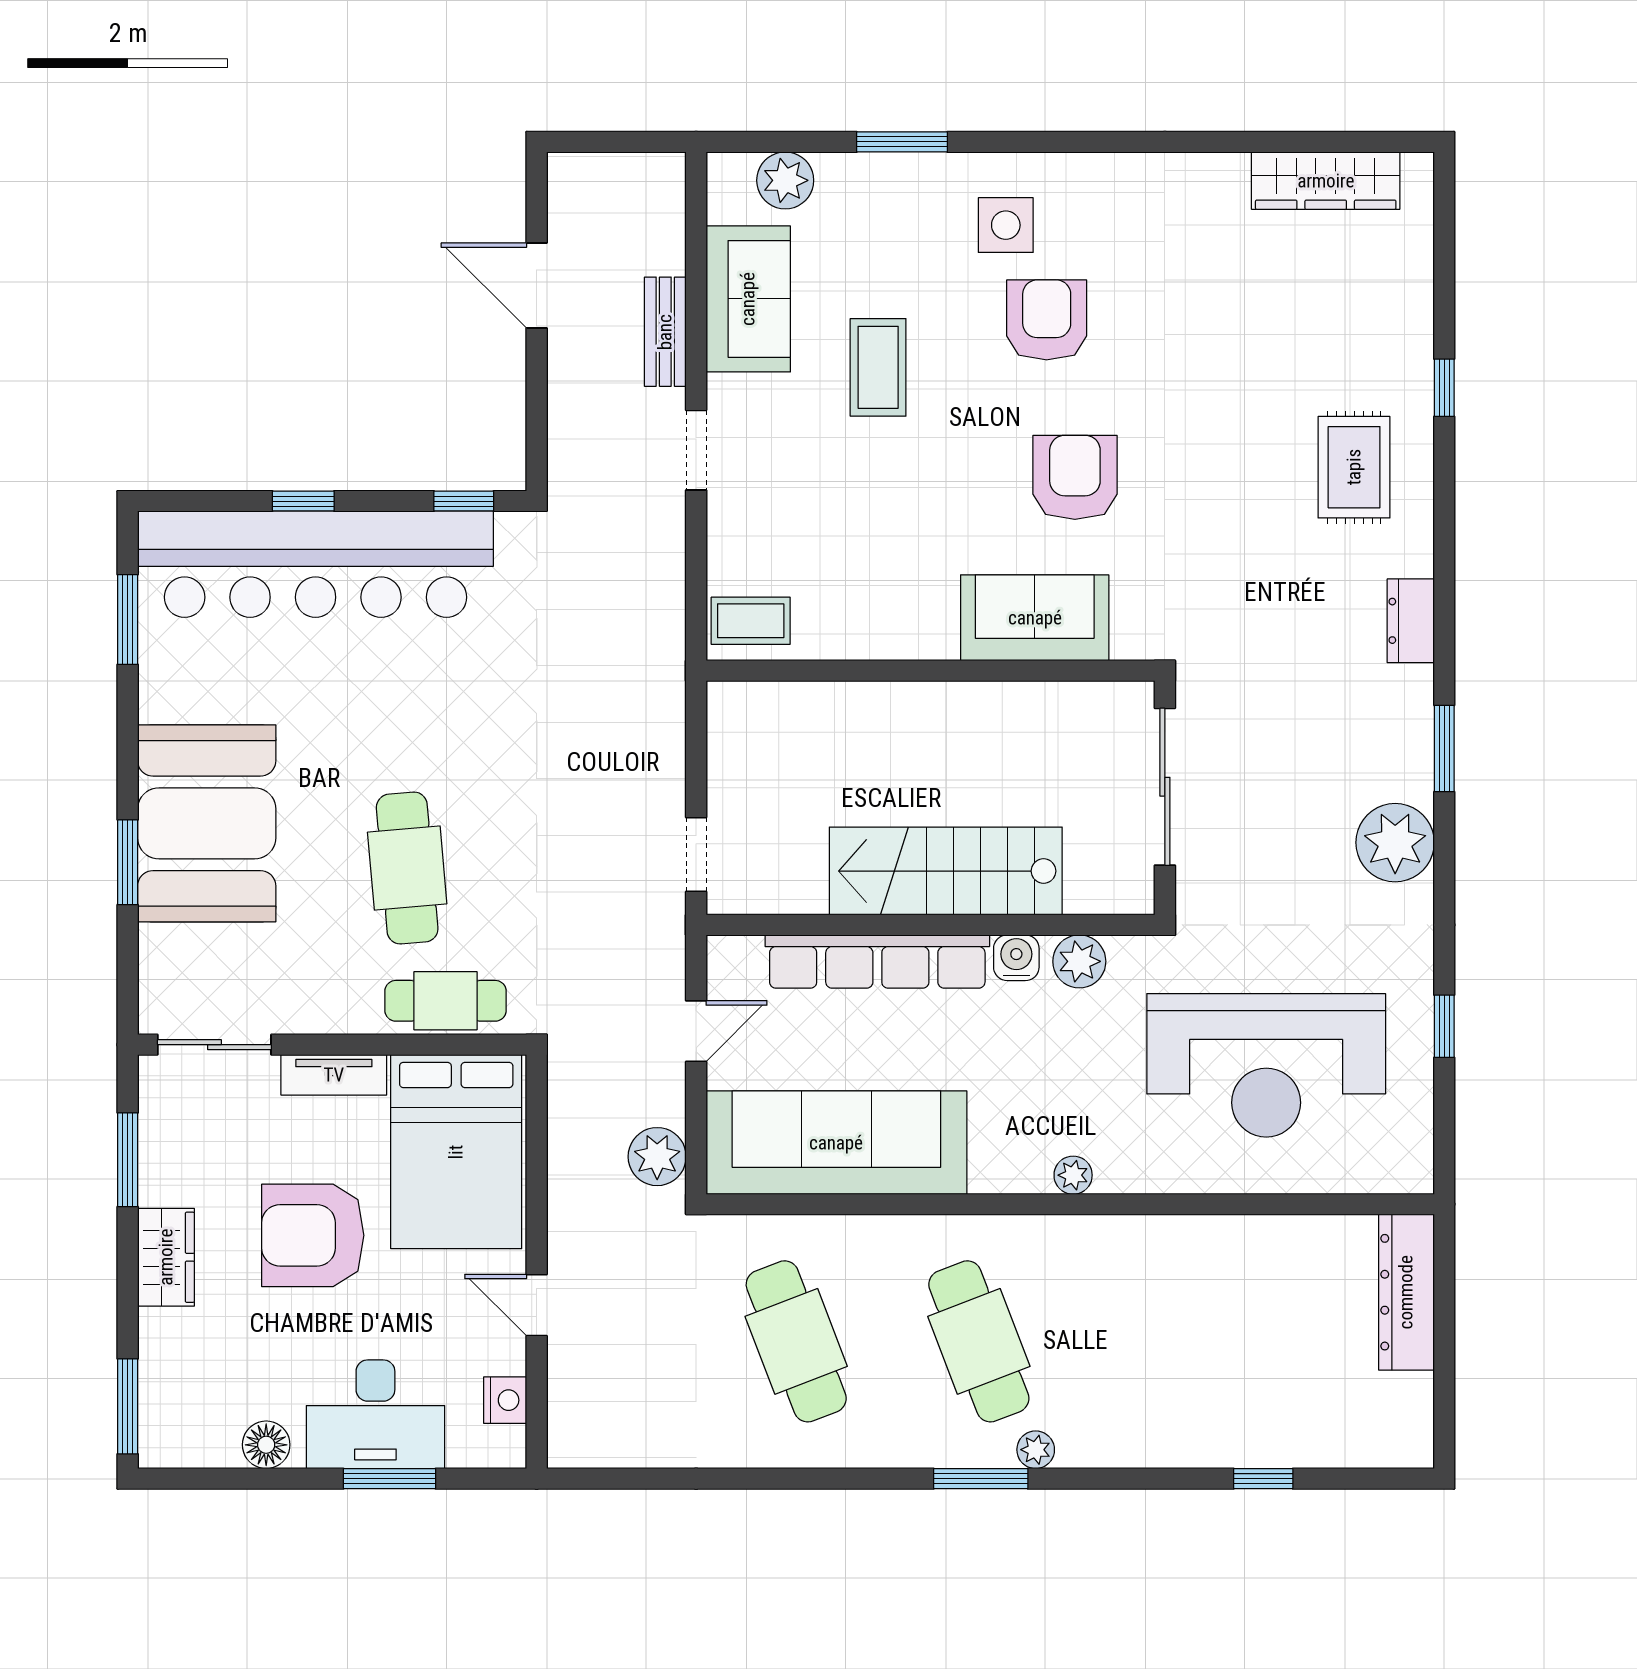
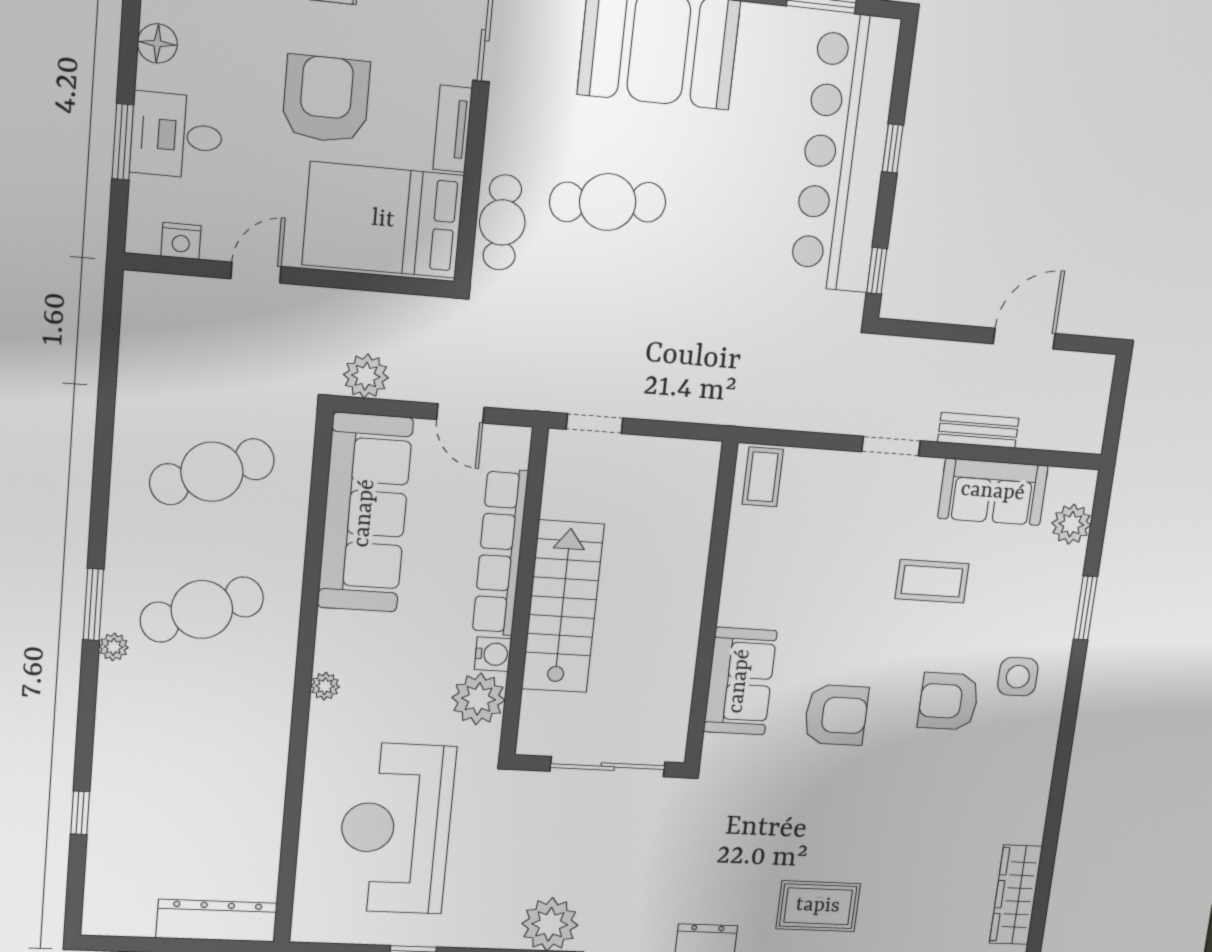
armchair: (1047, 320) -> (948, 701), turned 180
plant: (1079, 961) -> (479, 699), width x1.36, depth x1.36
desk: (375, 1414) -> (177, 136), width x0.73

